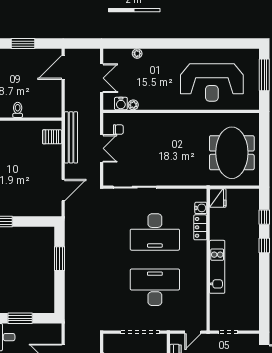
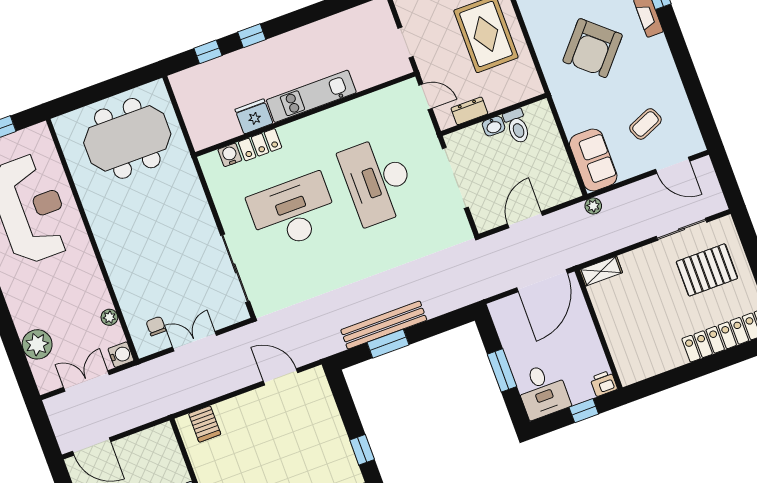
plant: (137, 54) -> (37, 344), width x1.88, depth x1.88
water cooler: (121, 104) -> (121, 355), moved
bench: (71, 137) -> (384, 325), moved
fridge: (218, 198) -> (254, 116), moved
desk: (155, 232) -> (293, 212), turned -90

